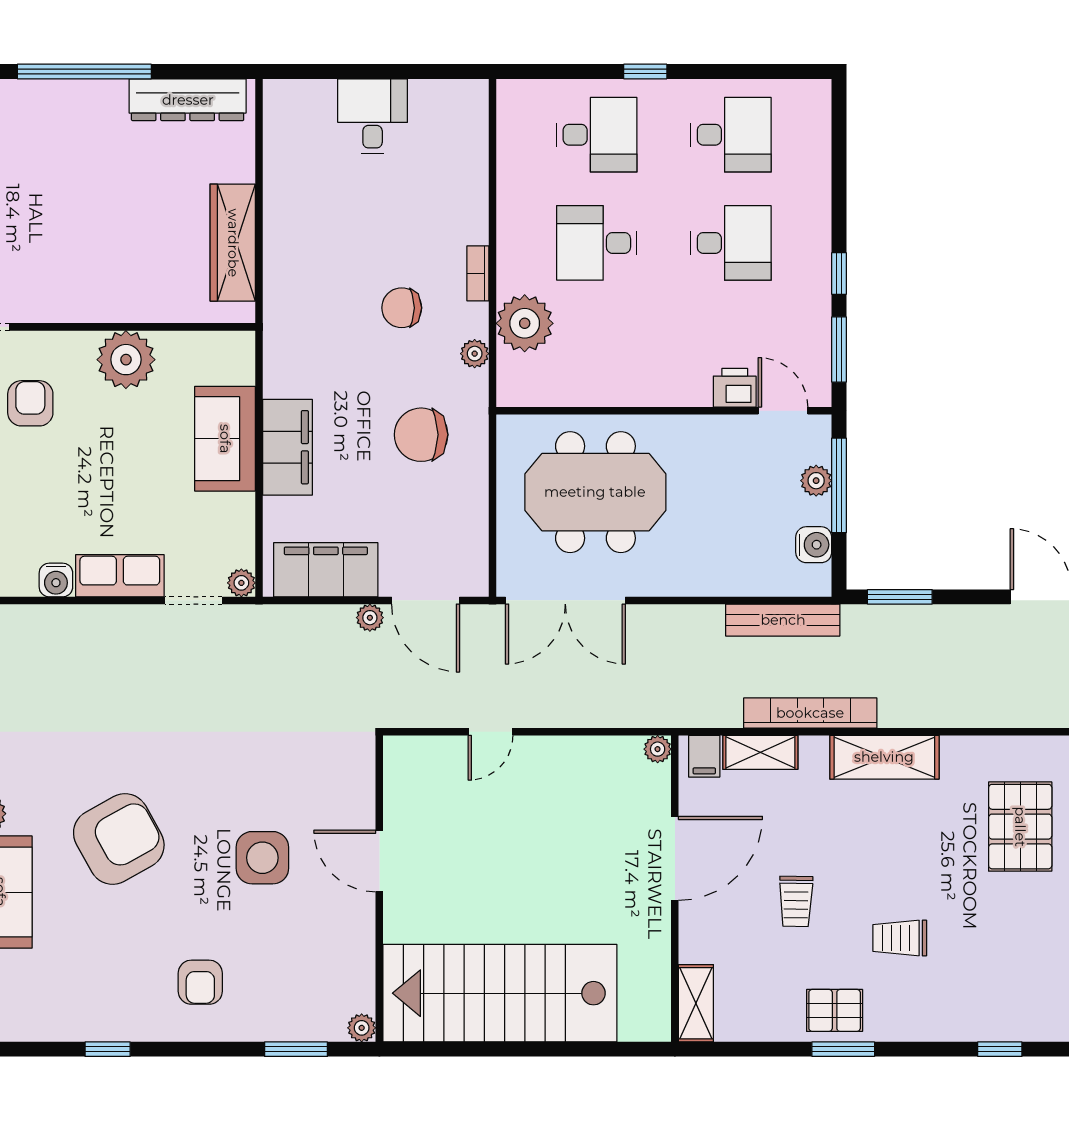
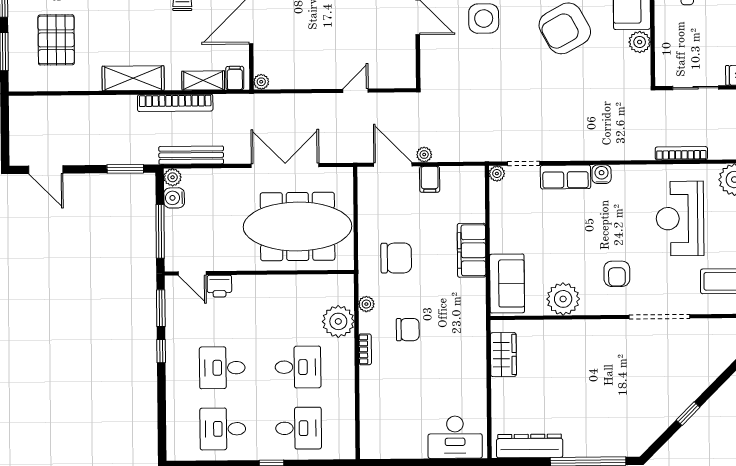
desk: (373, 116) -> (455, 437), moved, width x1.37
desk: (597, 135) -> (299, 428), turned 180
wardrobe: (233, 243) -> (503, 355), width x0.67
sofa: (225, 439) -> (507, 283), moved
plant: (816, 481) -> (173, 177), moved
meeting table: (595, 492) -> (298, 226), width x1.36
filing cabinet: (326, 570) -> (430, 179), width x0.33, depth x0.86
double door: (565, 600) -> (285, 165), moved

